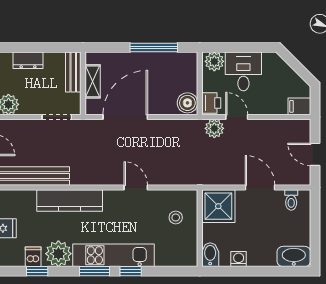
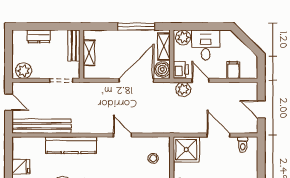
shelving: (190, 73) -> (164, 47), added
filing cabinet: (299, 106) -> (233, 70), moved, turned 90
door: (125, 117) -> (136, 80), moved

